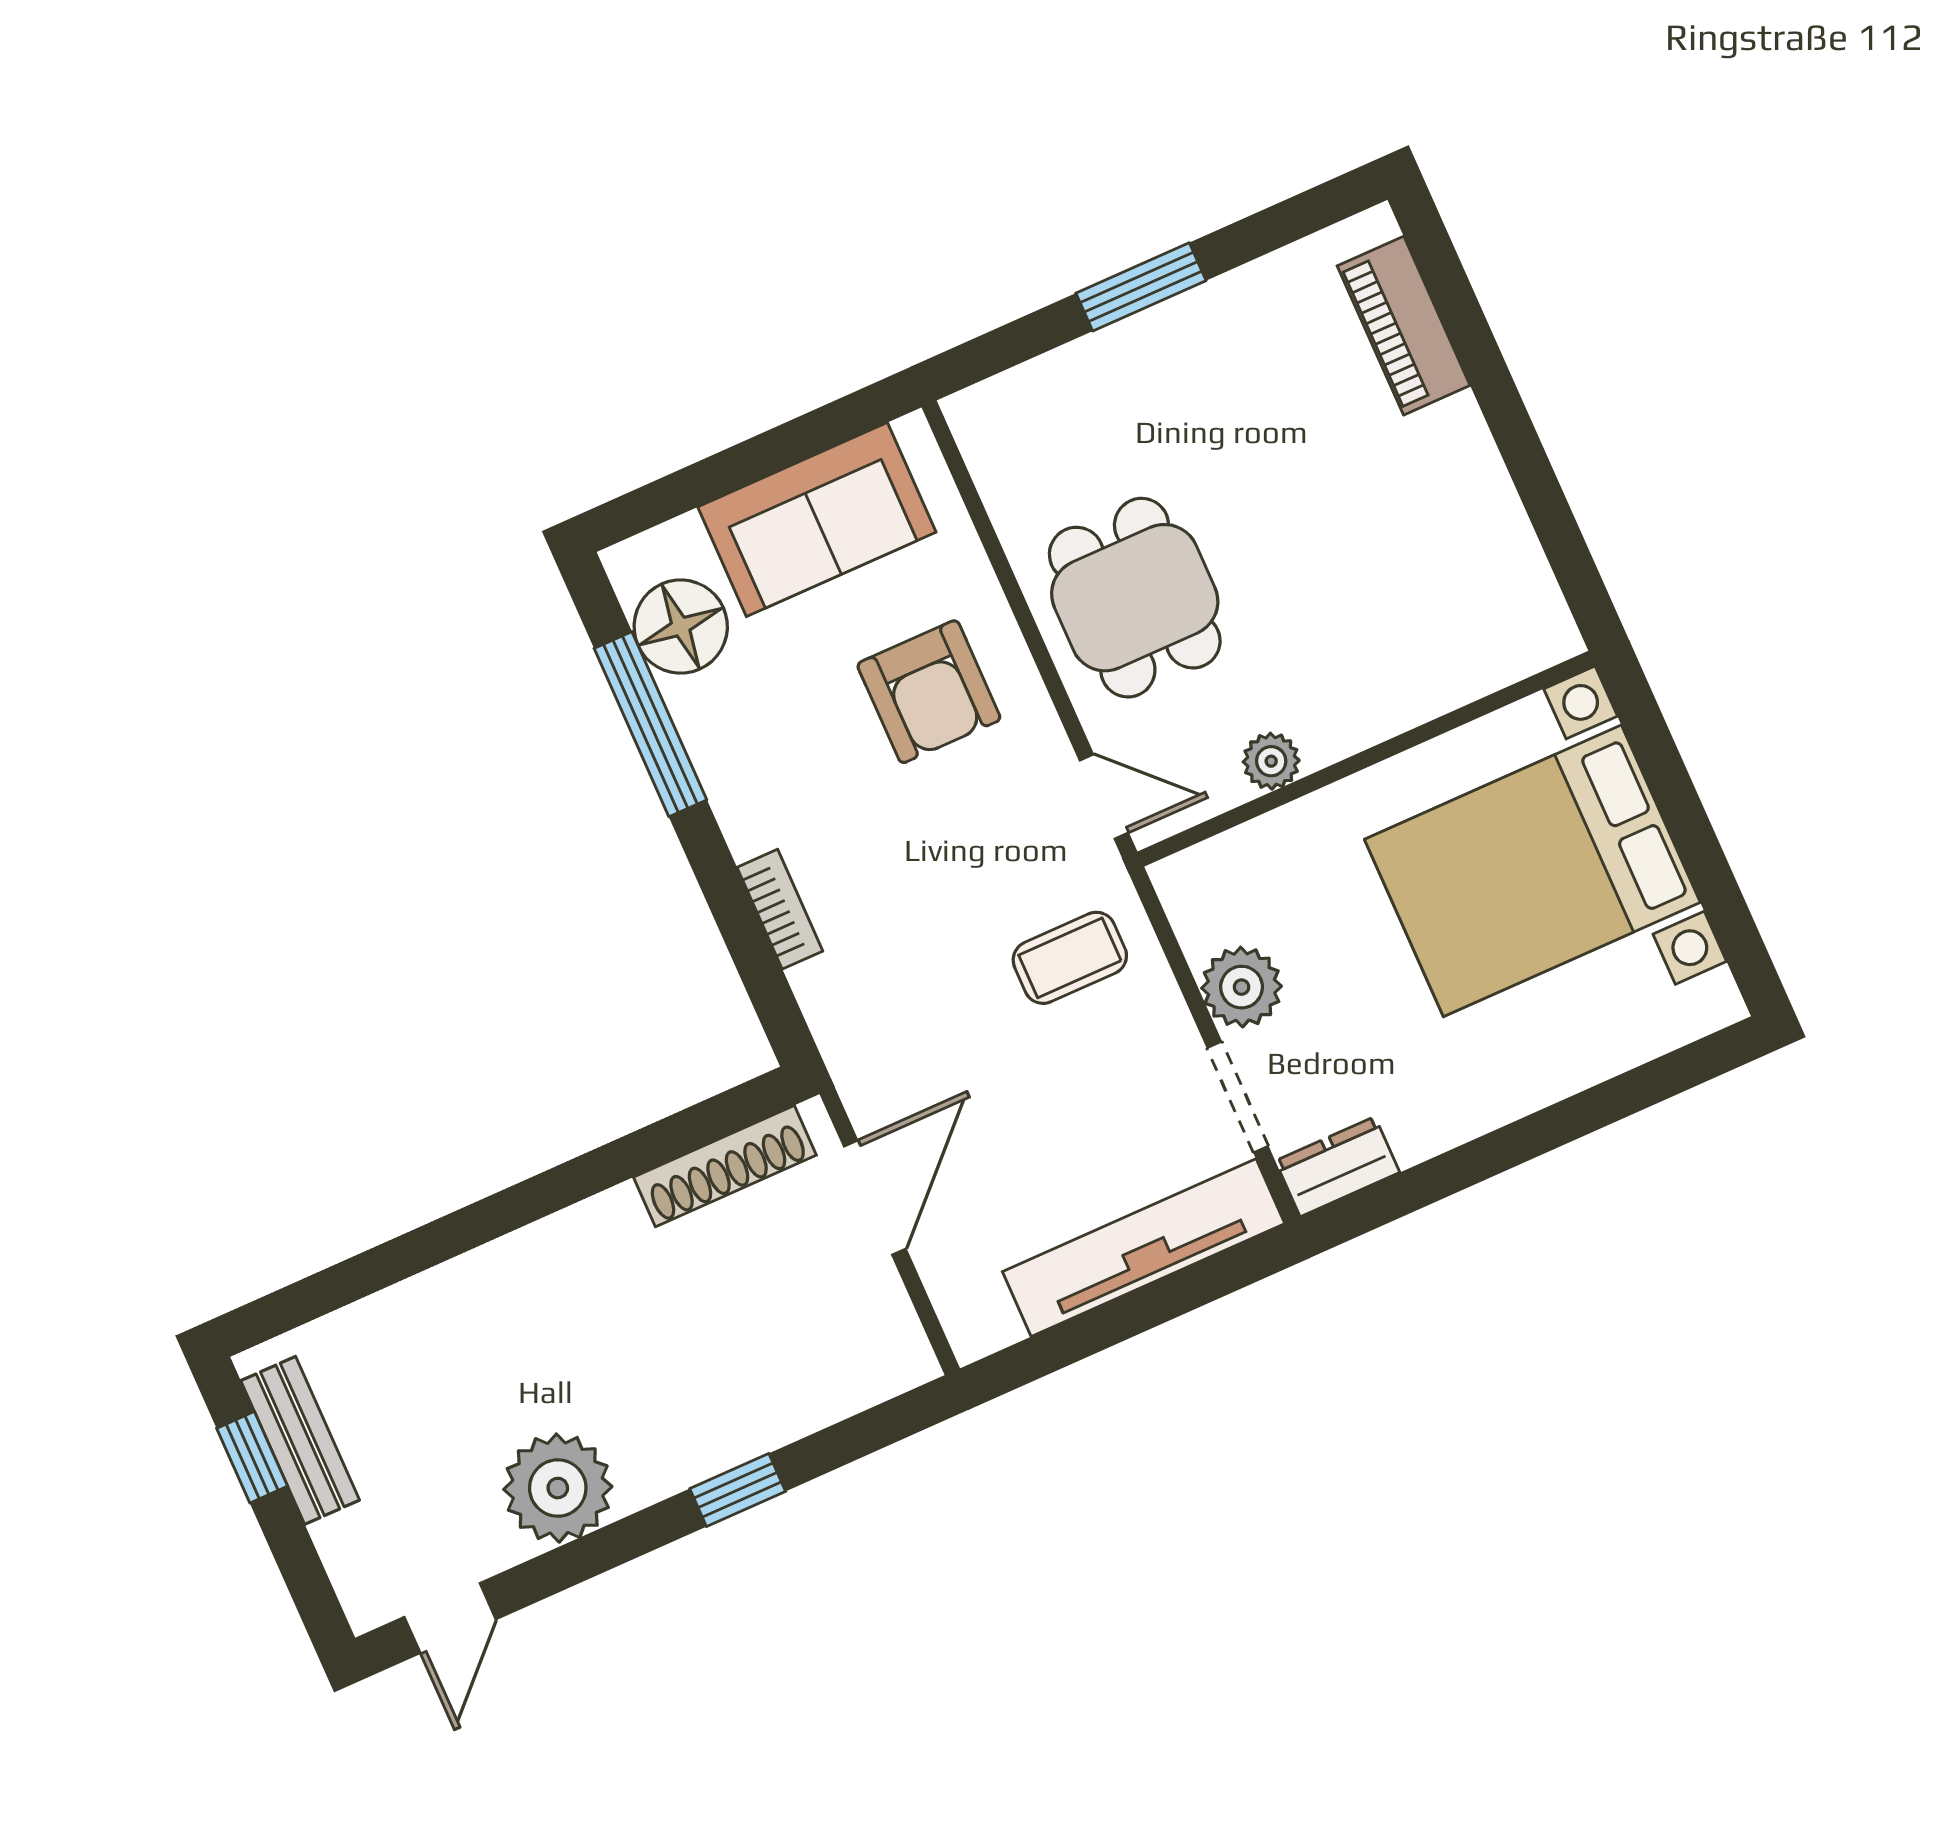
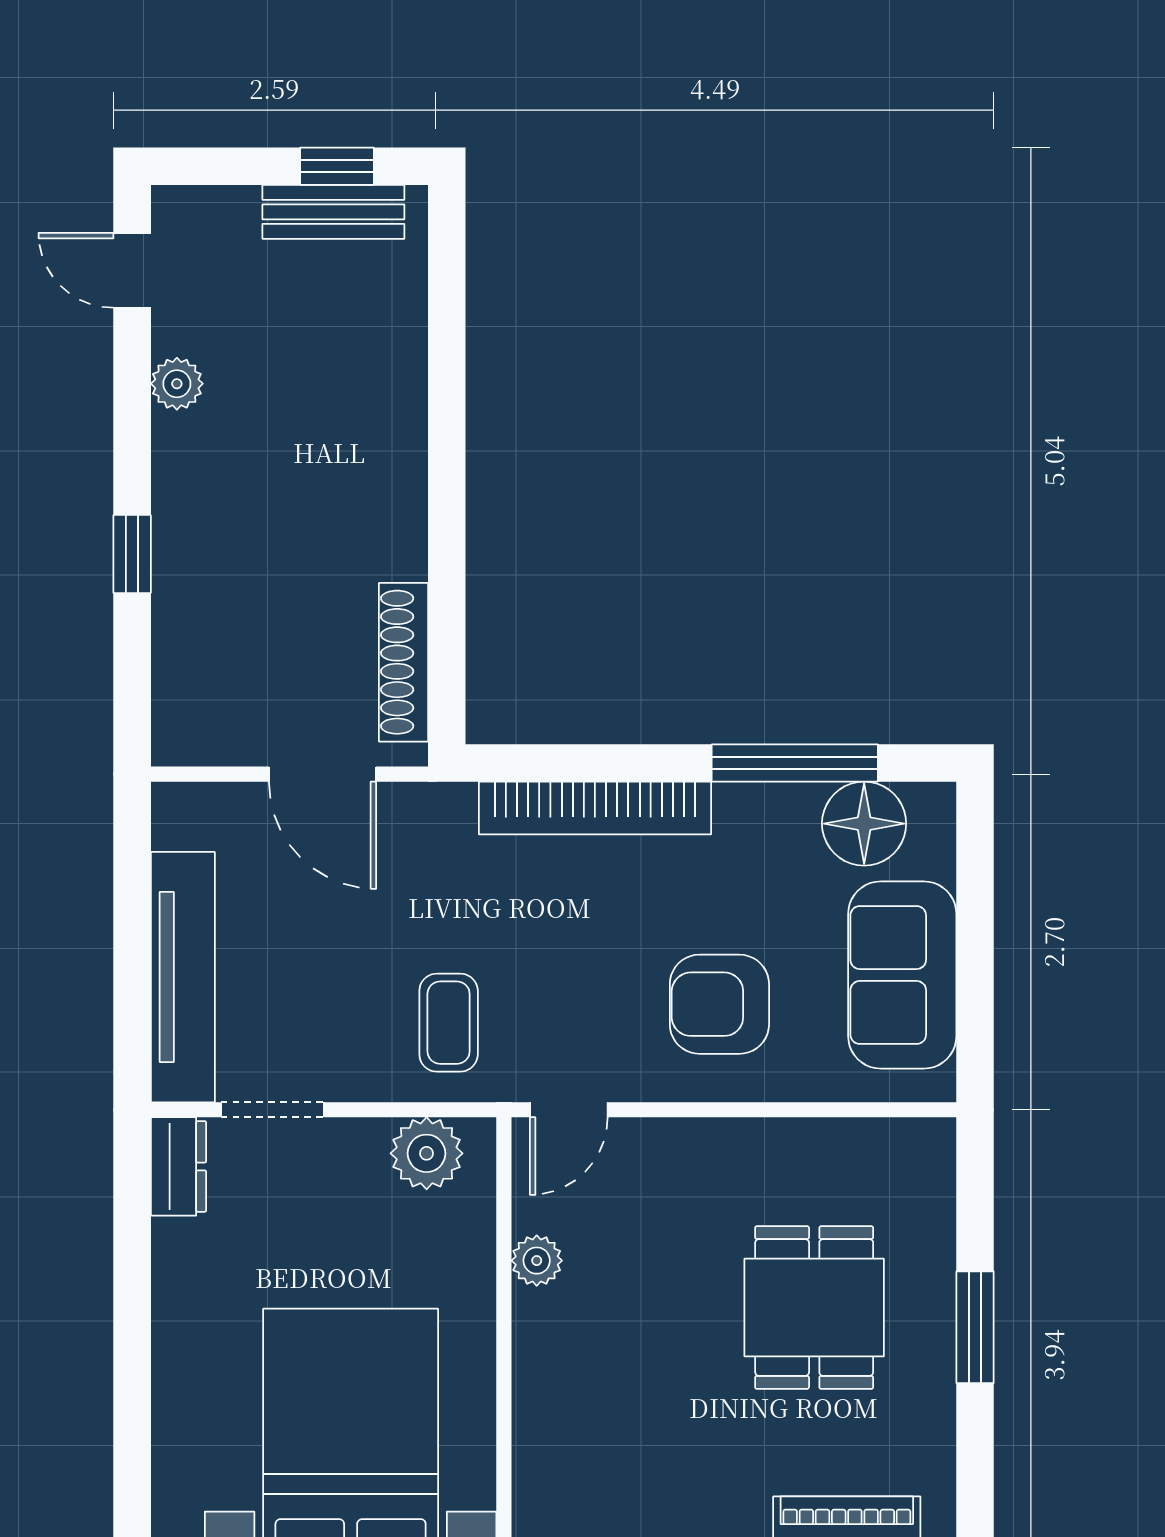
dining table: (1135, 598) -> (814, 1307), moved, turned 90
bookcase: (780, 909) -> (595, 808), width x2.31, depth x1.31
plant: (1242, 987) -> (427, 1153), moved
plant: (558, 1488) -> (177, 384), width x0.53, depth x0.53

